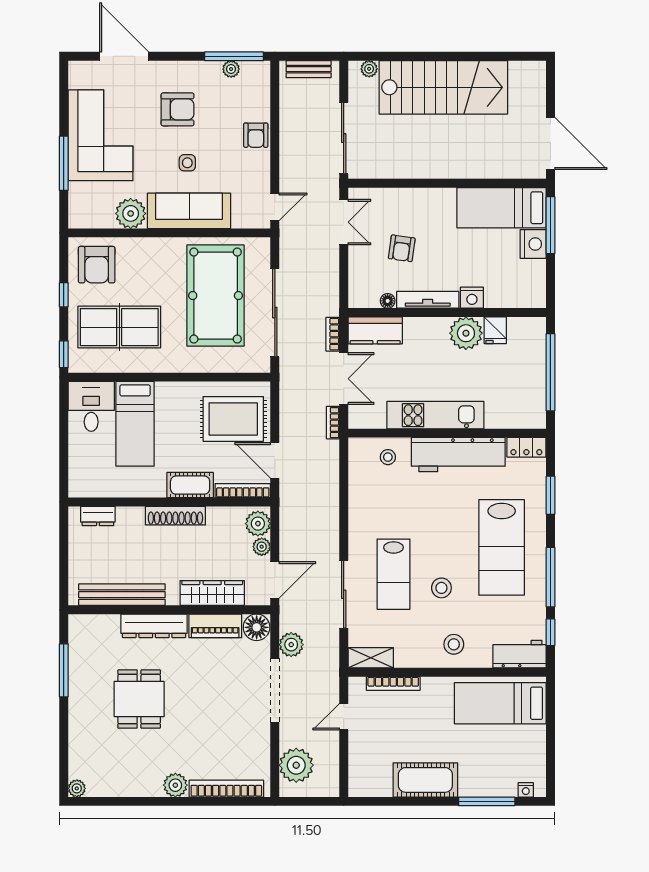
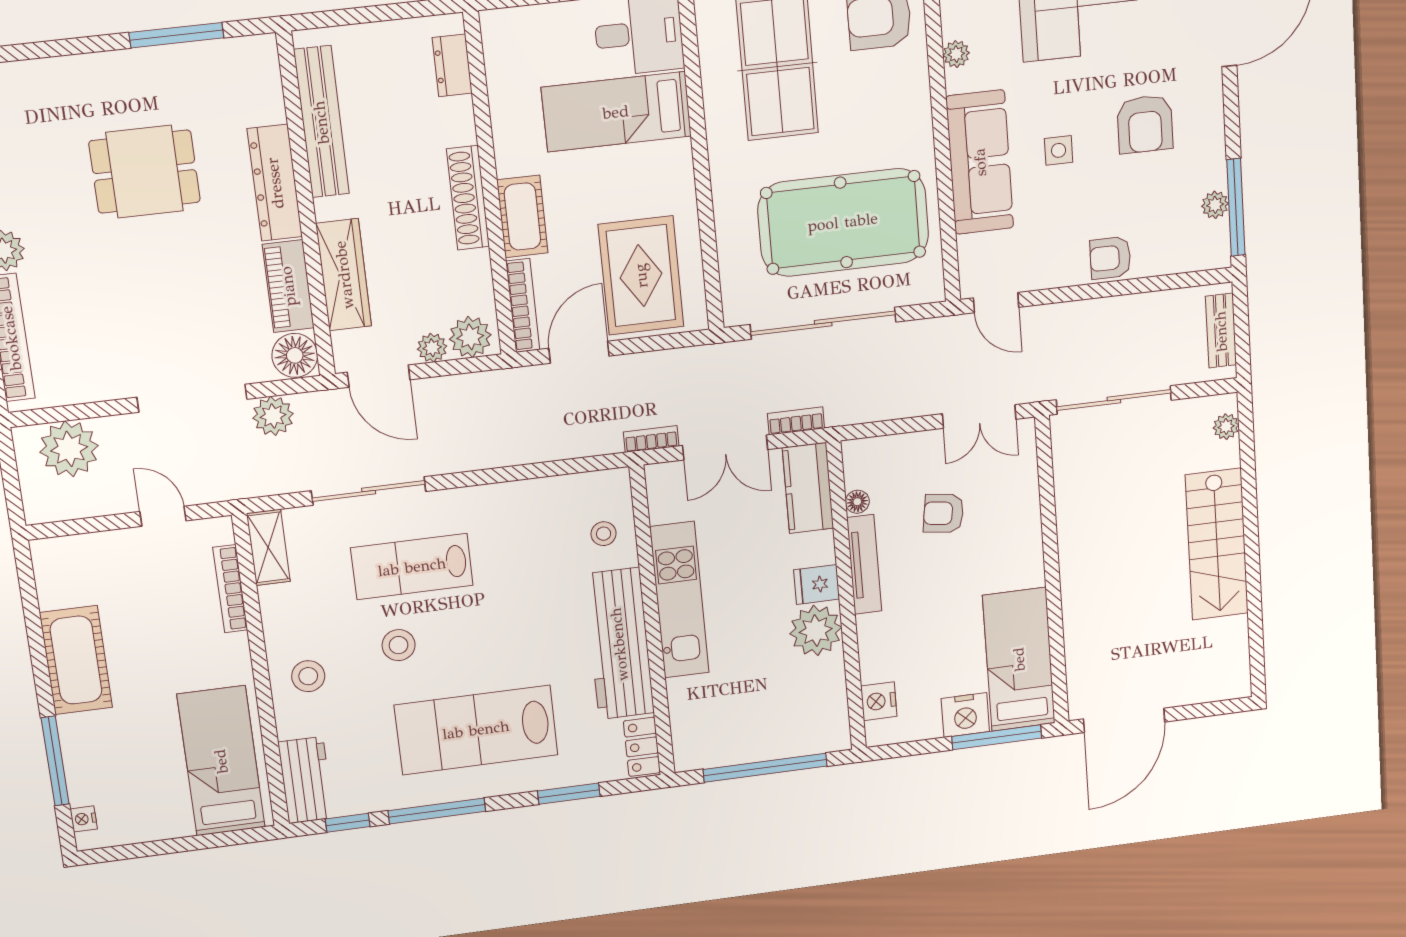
stairs: (443, 87) -> (1217, 544), width x0.73, depth x0.66
plant: (131, 213) -> (956, 54), width x0.53, depth x0.53
nightstand: (472, 298) -> (879, 701), moved
fridge: (495, 330) -> (817, 585), moved

